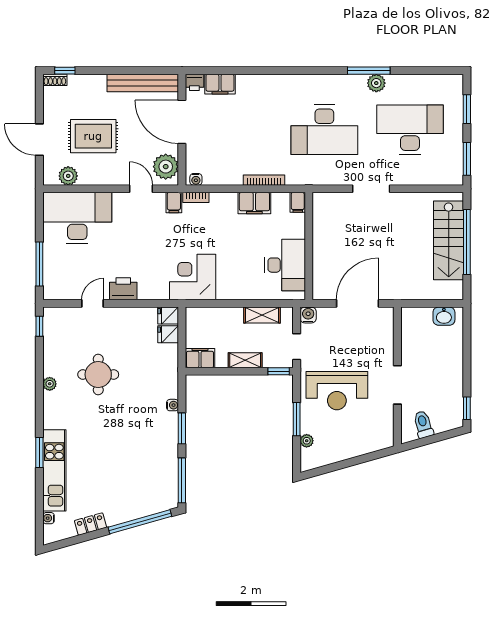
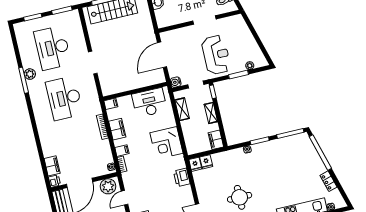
desk: (324, 130) -> (64, 98), turned 180
filing cabinet: (174, 203) -> (122, 151), moved
corner desk: (193, 277) -> (166, 143), moved
printer: (123, 289) -> (182, 177), moved
door: (357, 303) -> (162, 55), hinge flipped

